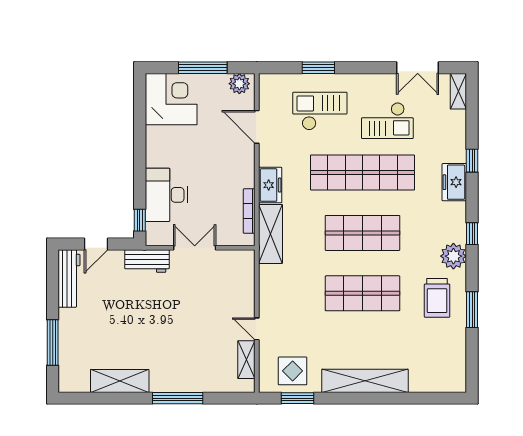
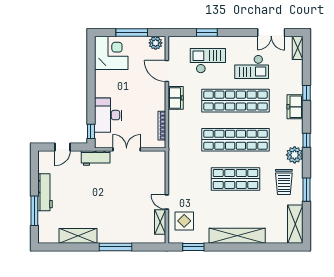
freezer: (270, 185) -> (176, 98), moved
shop shelf: (363, 233) -> (235, 140), width x1.40
shelving: (270, 234) -> (295, 224), moved
workbench: (69, 278) -> (45, 192), moved
display table: (293, 371) -> (184, 221), moved

